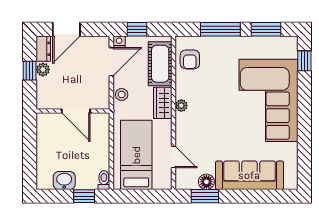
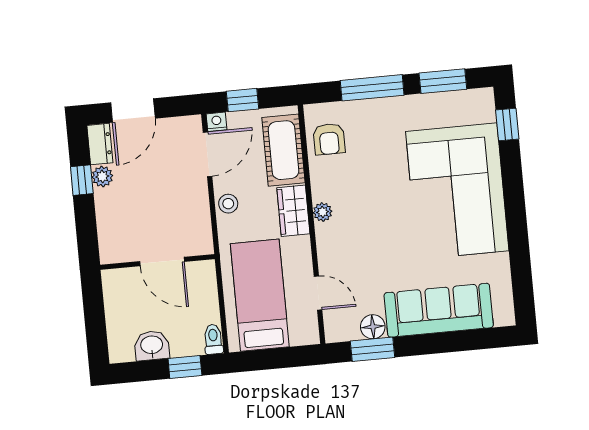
wall: (73, 111) -> (157, 262), moved
door: (76, 111) -> (162, 262), moved

